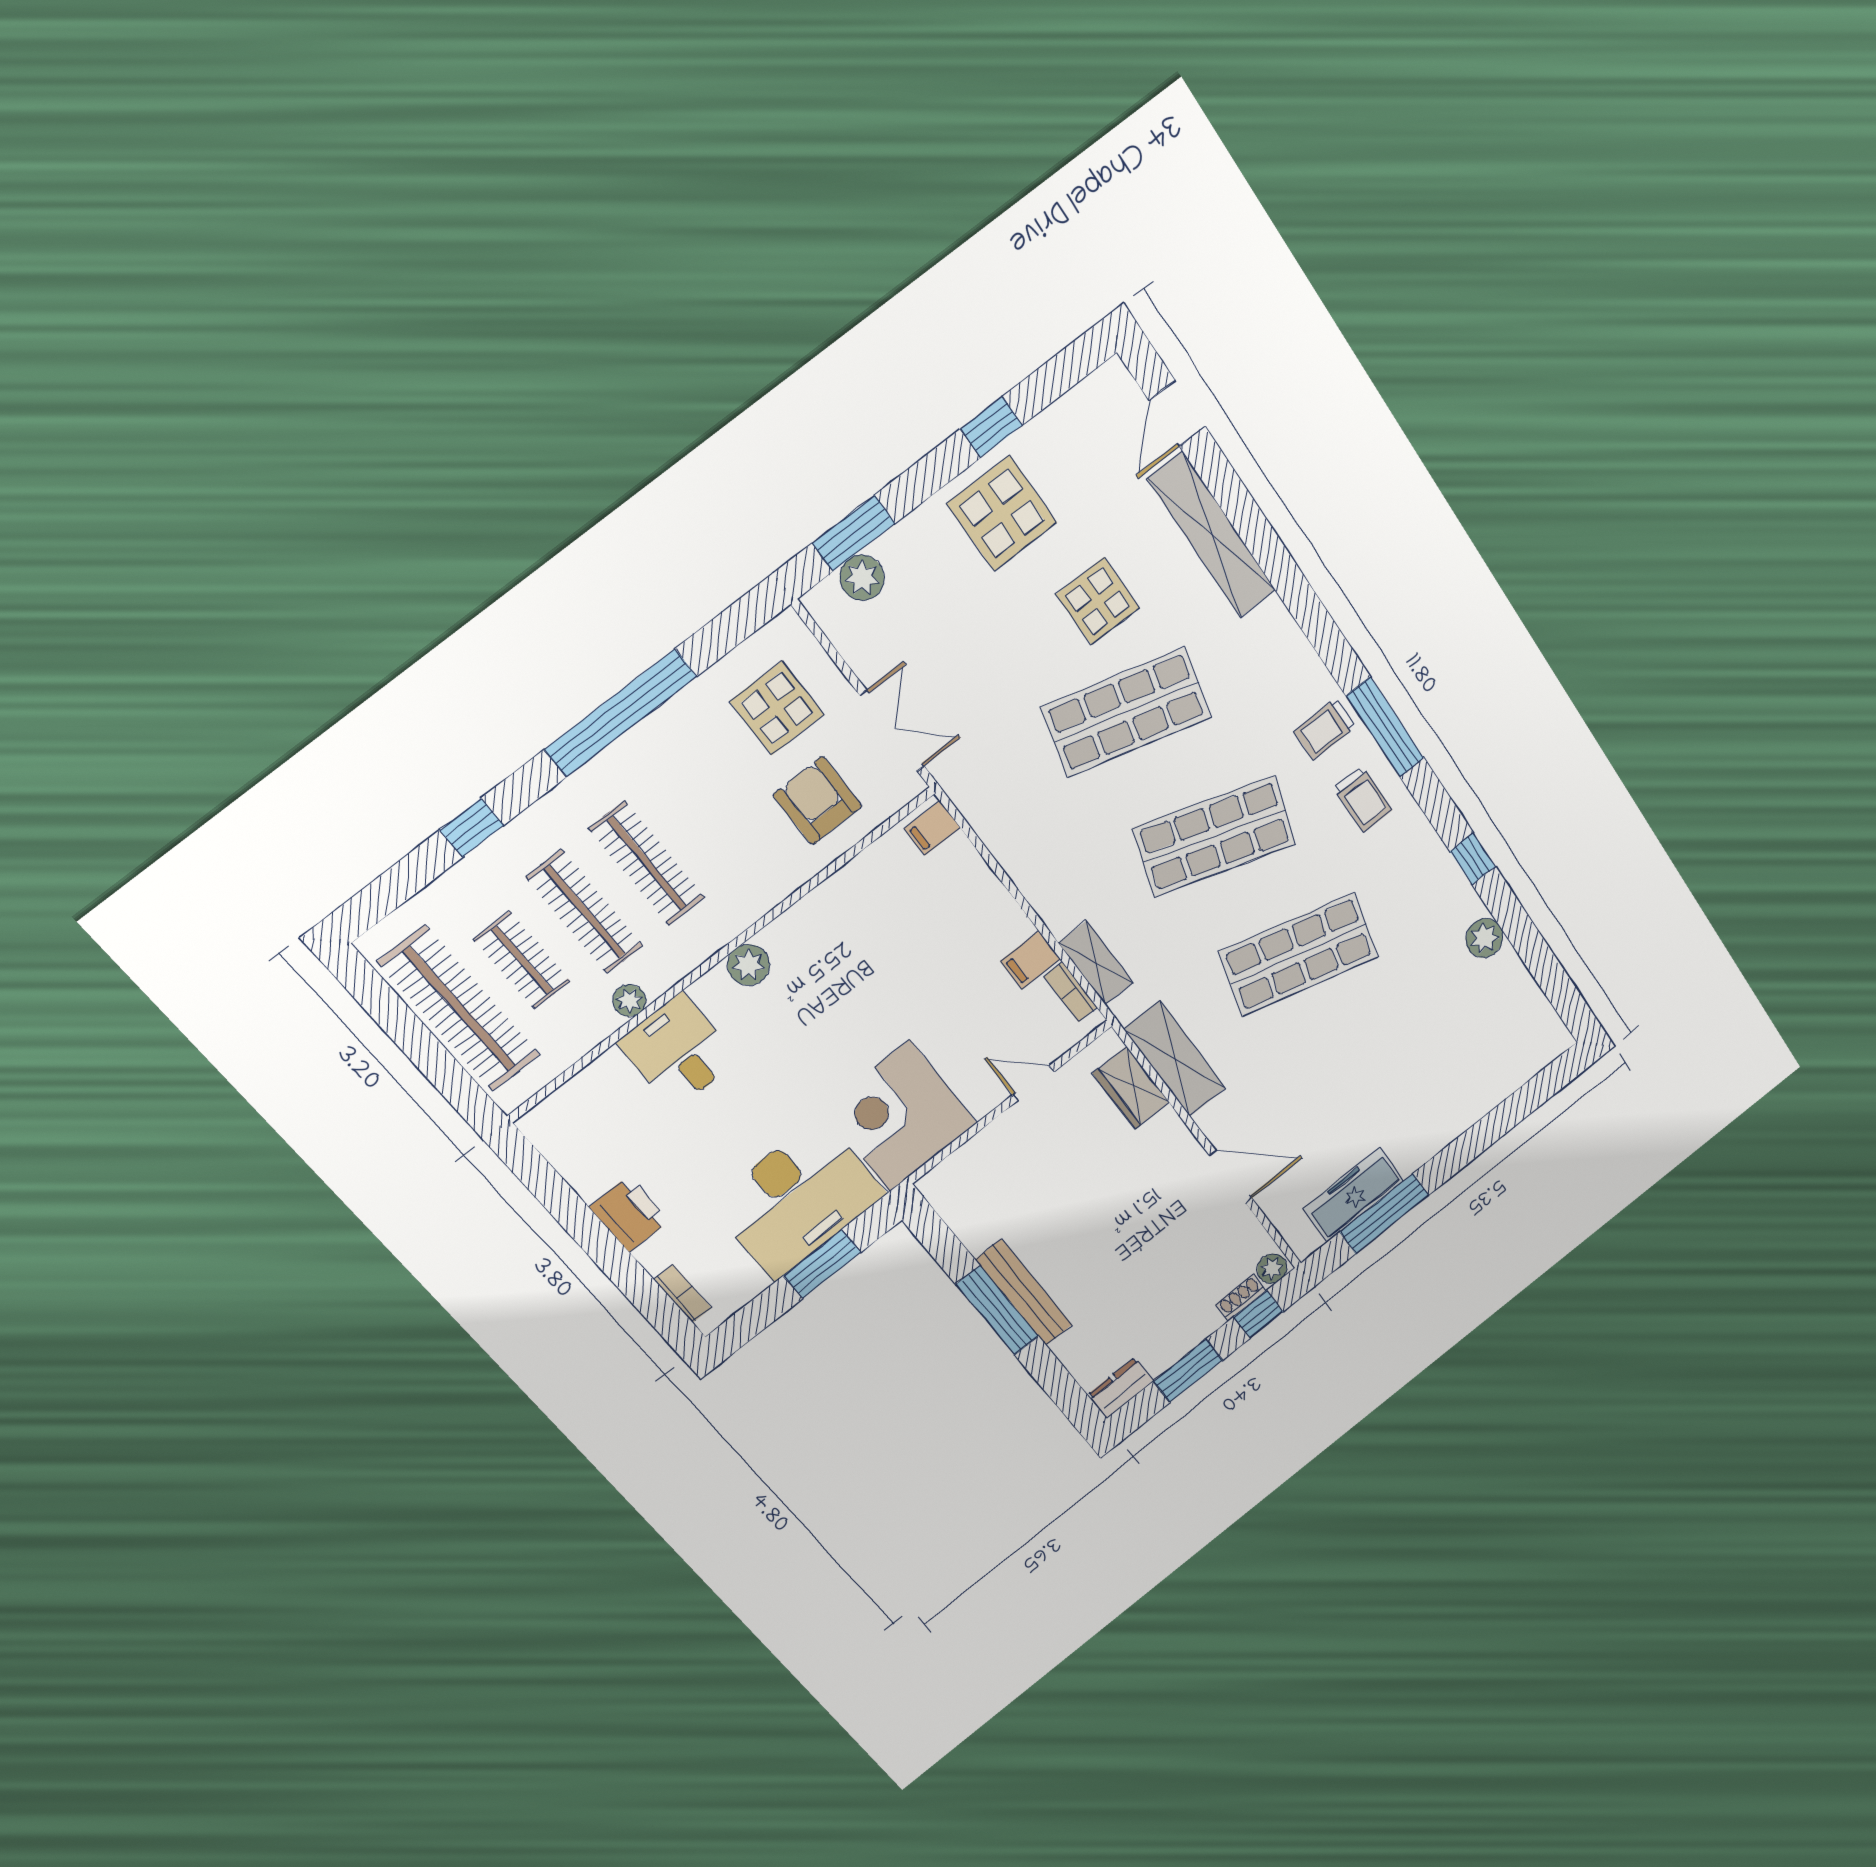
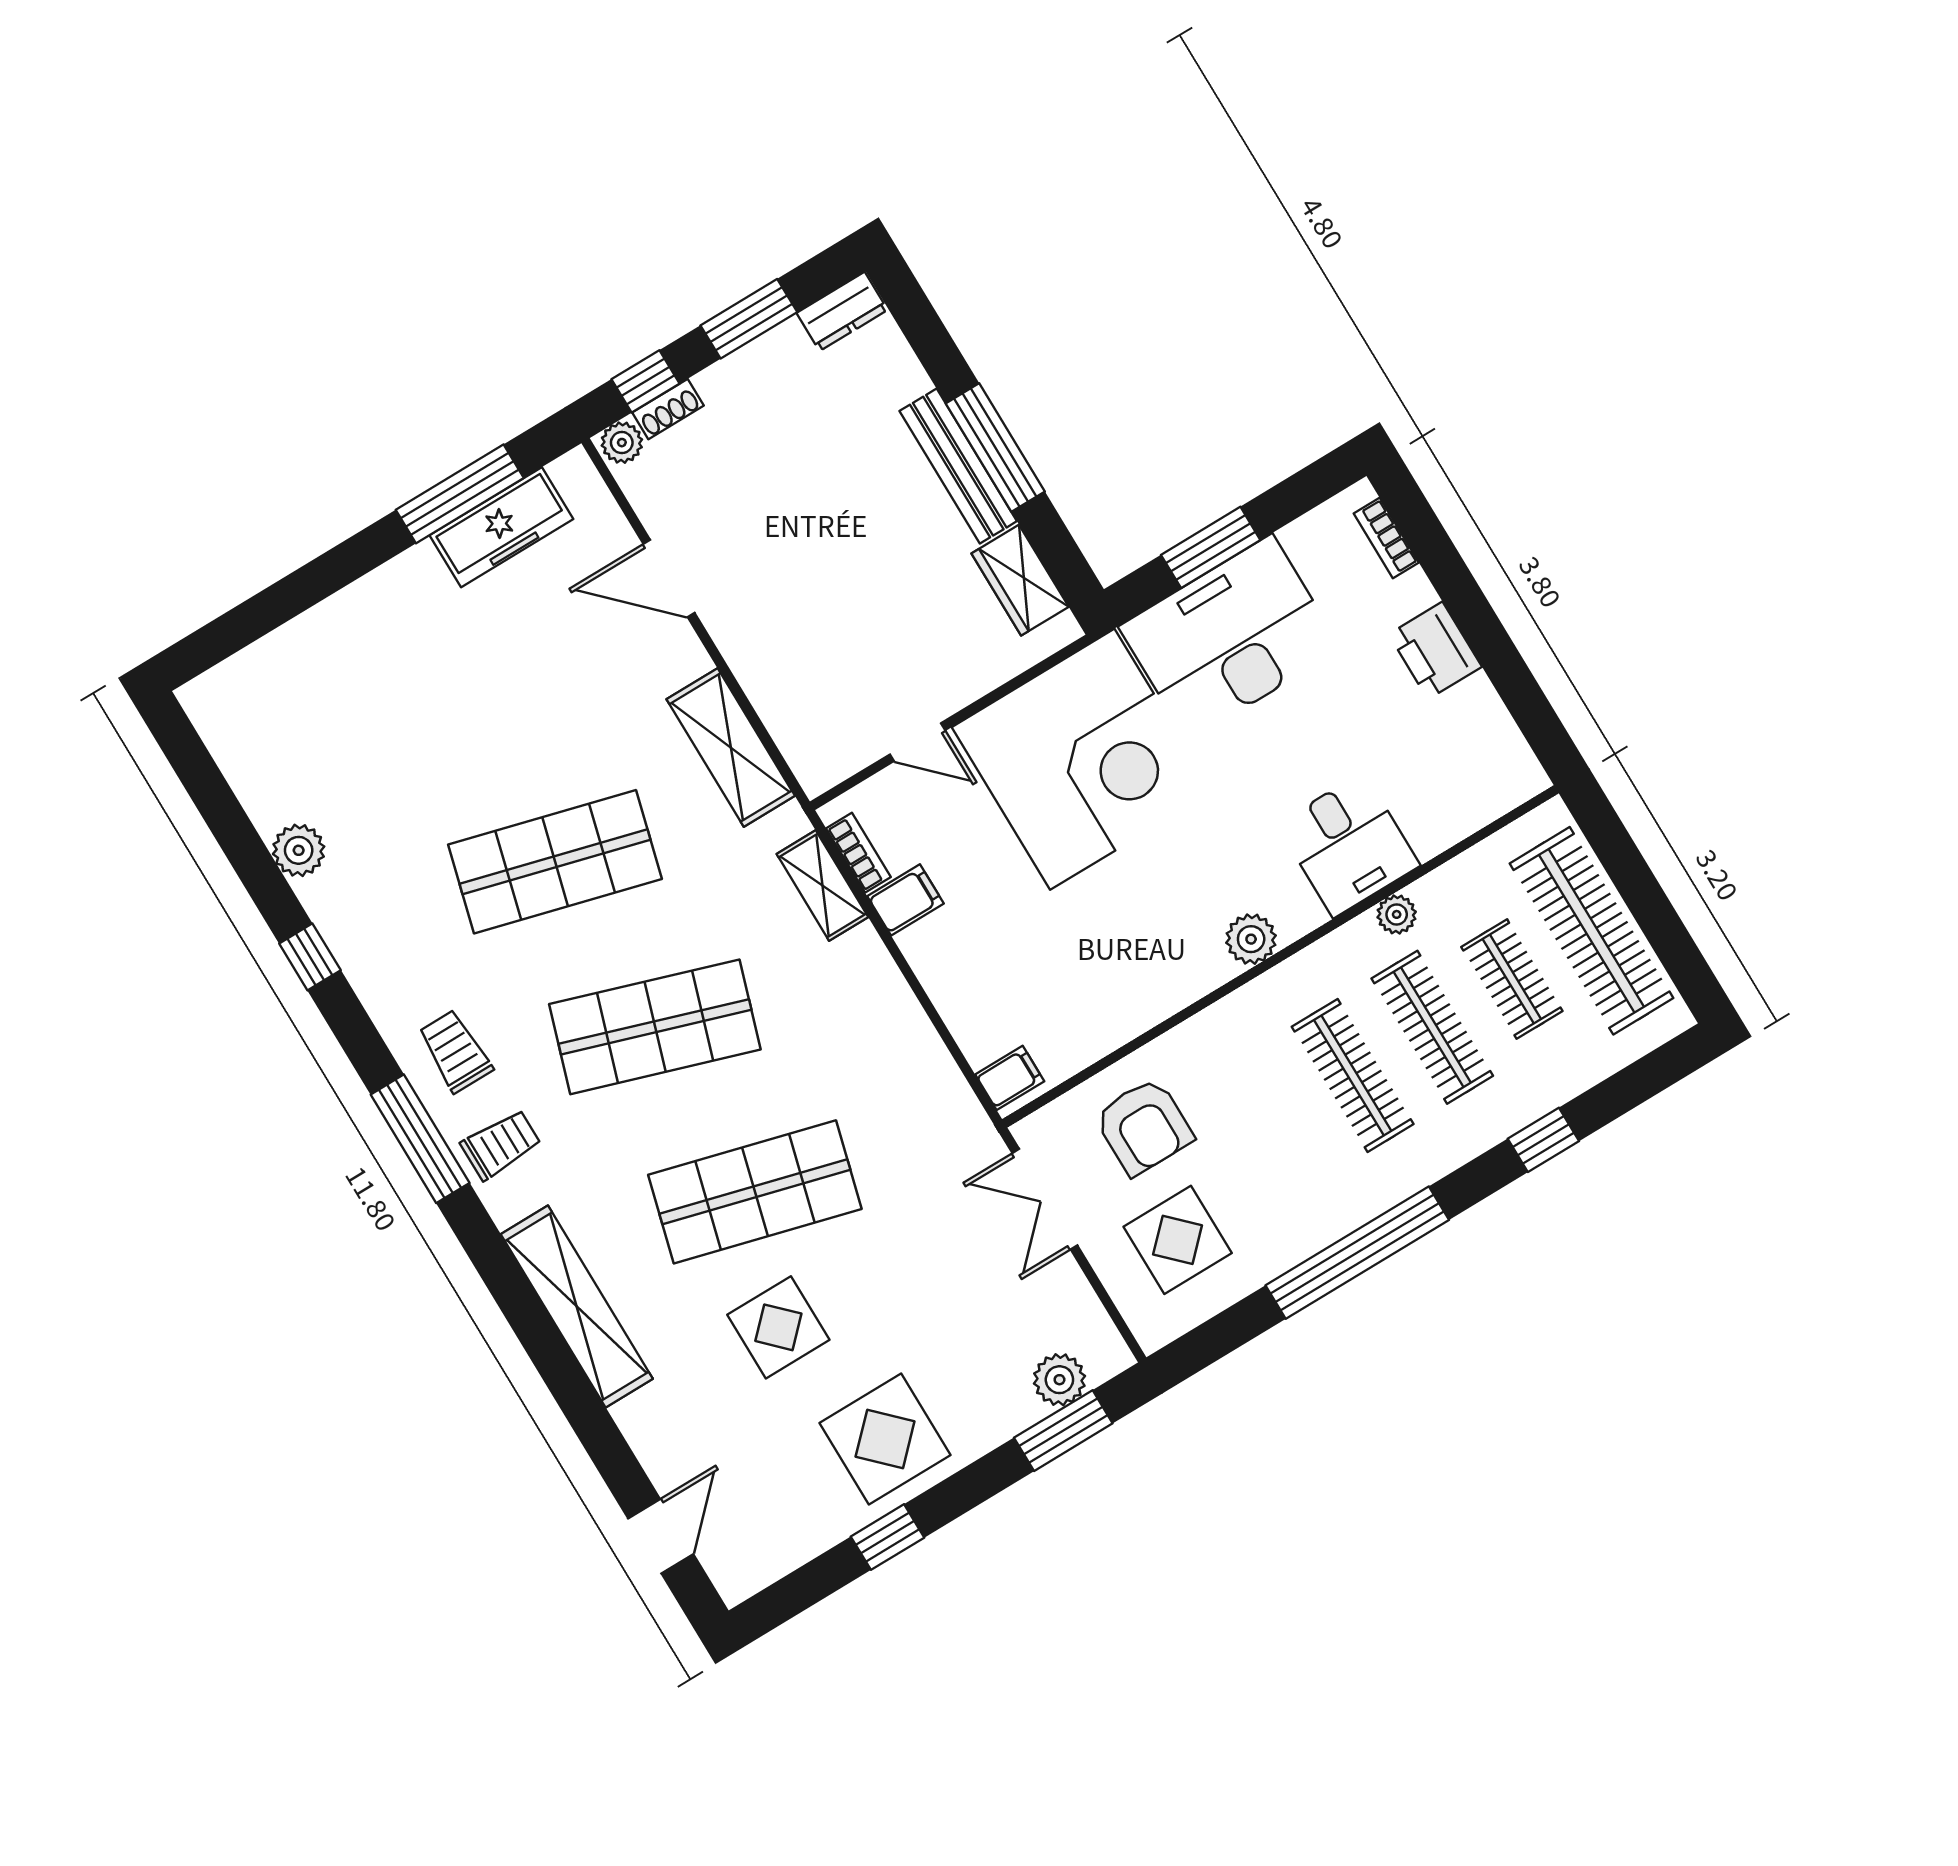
shelving: (1212, 535) -> (577, 1306), moved
wardrobe: (1131, 1088) -> (1020, 580), moved, turned 180
corner desk: (900, 1116) -> (1082, 759), width x1.36, depth x1.36

